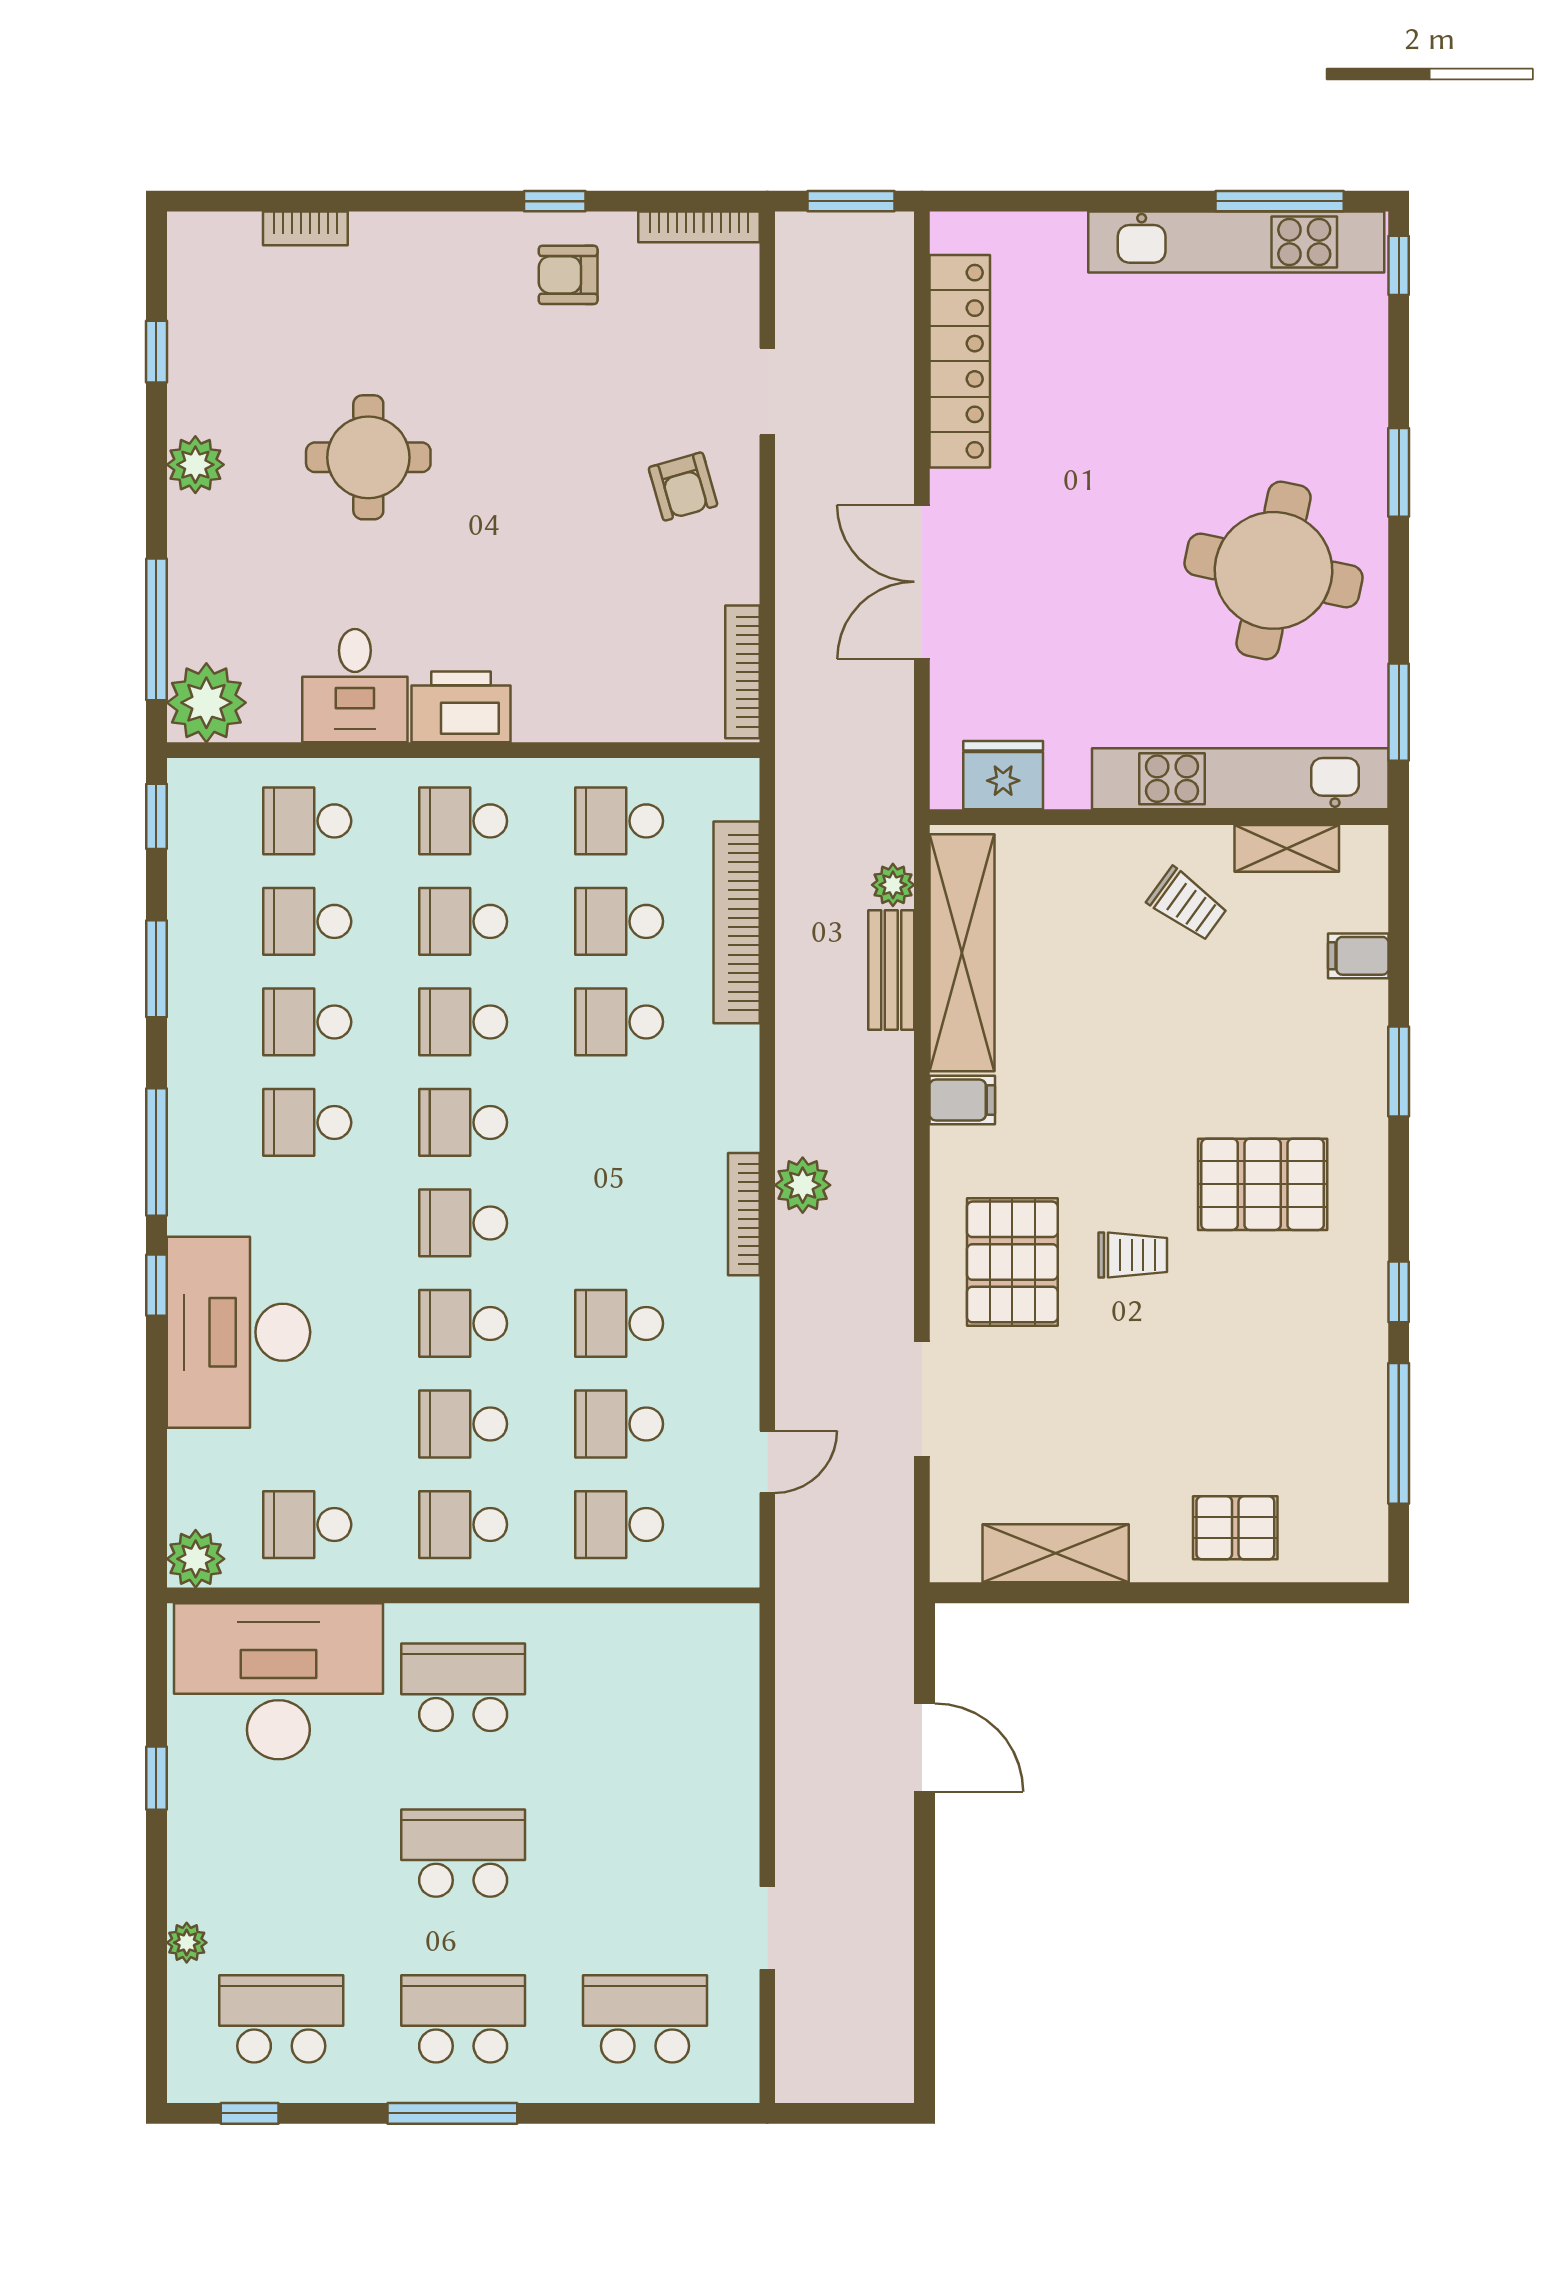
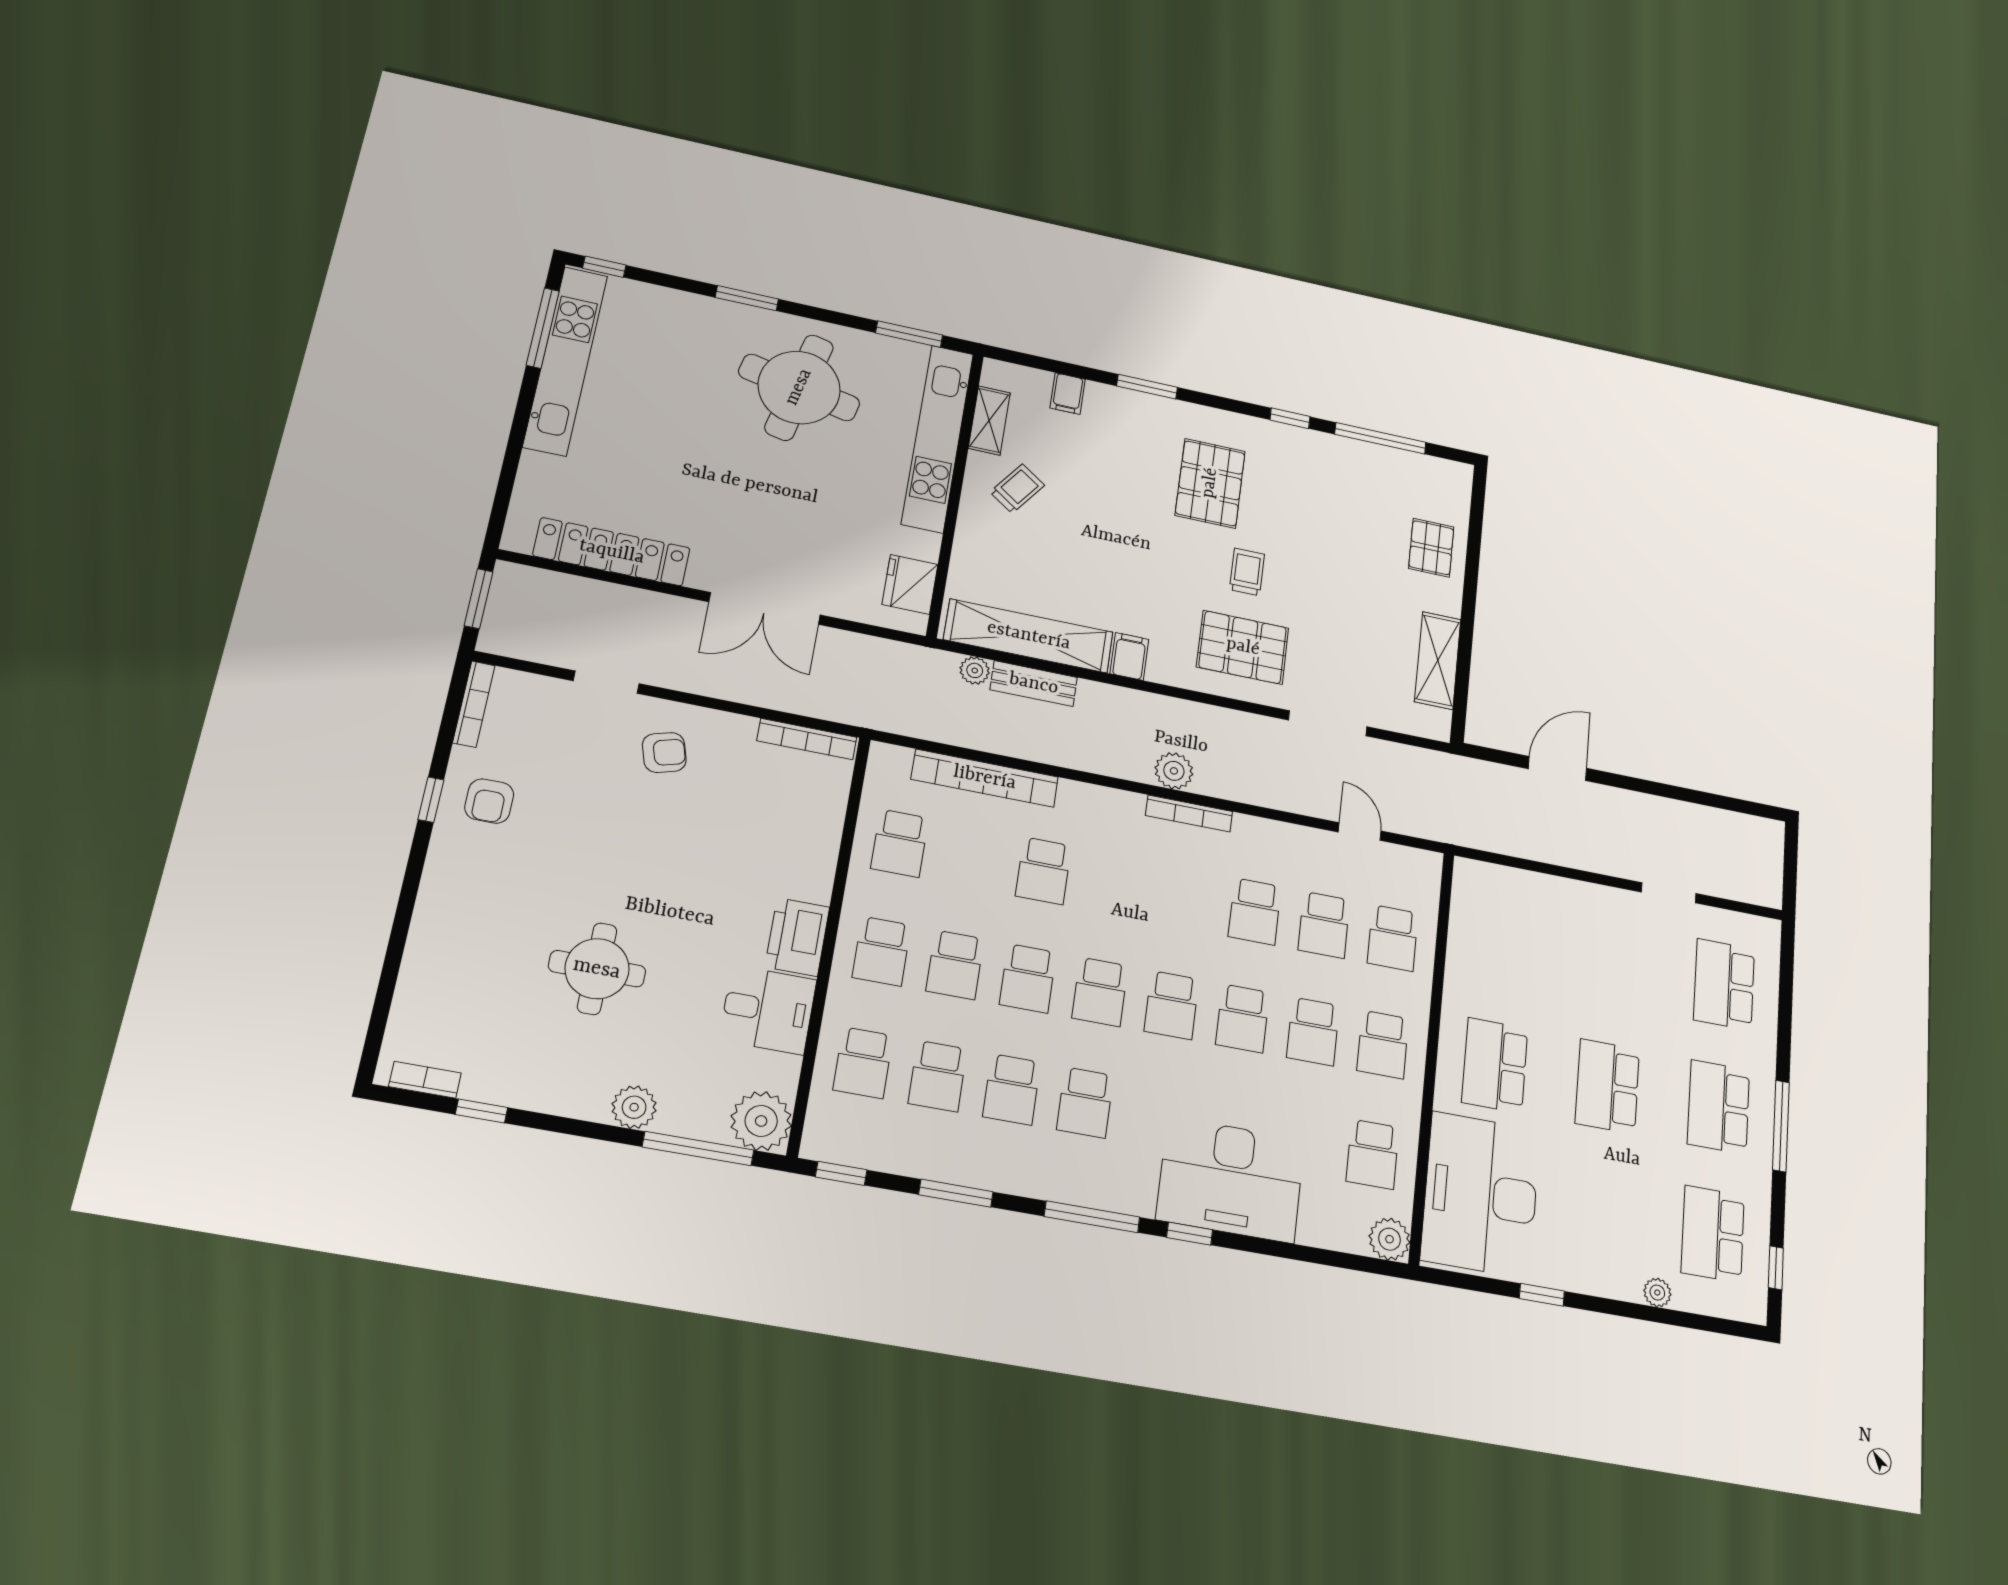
bookcase: (305, 228) -> (425, 1080), moved, turned -90
plant: (195, 465) -> (634, 1107), moved
school desk: (619, 921) -> (972, 857), removed

